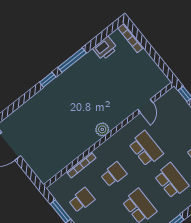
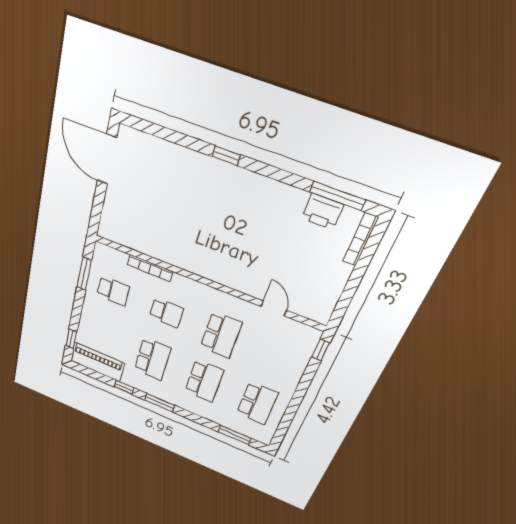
window: (72, 60) -> (337, 196), moved
door: (145, 106) -> (274, 308), swing flipped
plant: (102, 129) -> (209, 270), removed

